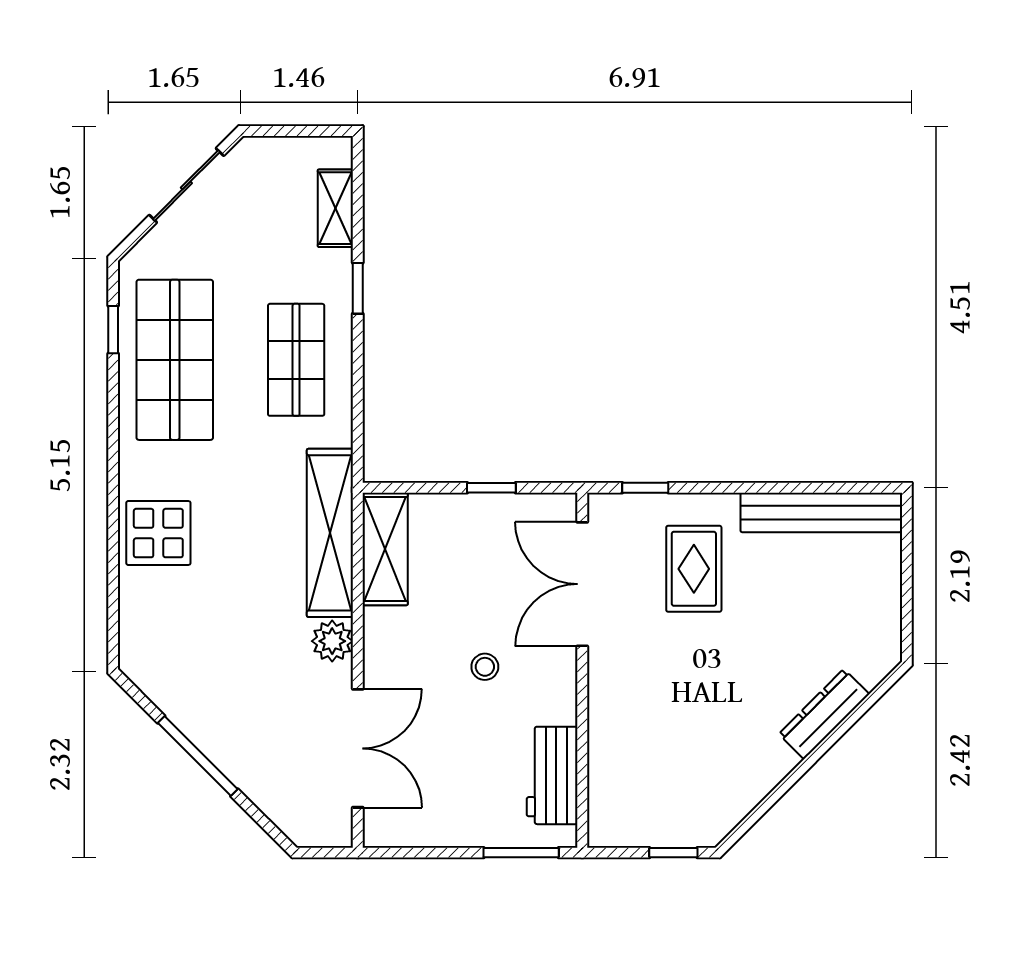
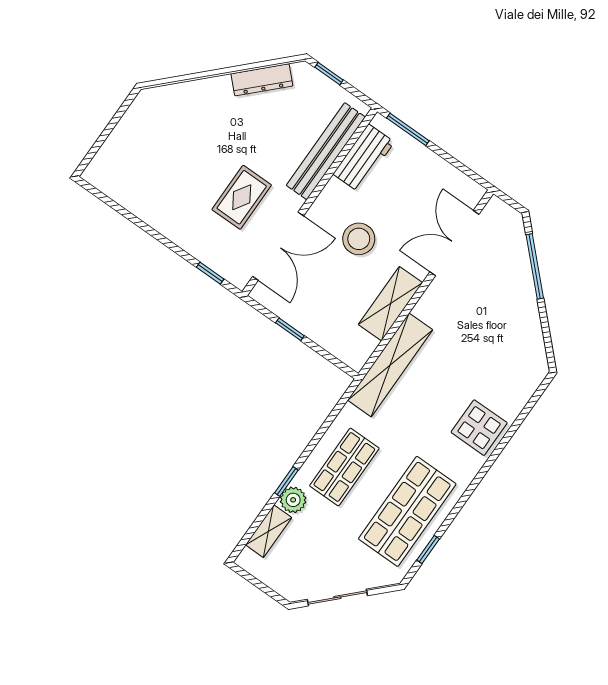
bench: (821, 513) -> (326, 151), moved, turned 90
shelving: (385, 549) -> (390, 304), moved
rug: (694, 569) -> (242, 197), moved
plant: (332, 641) -> (293, 500), moved
stool: (485, 667) -> (359, 239), width x1.89, depth x1.89
dresser: (824, 714) -> (262, 80), moved
window: (198, 756) -> (535, 266), moved

